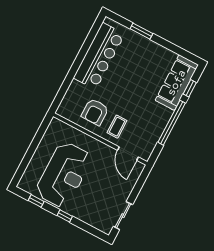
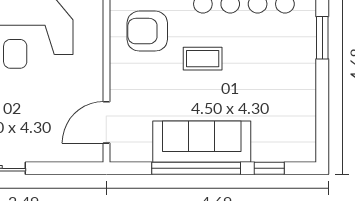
sofa: (177, 83) -> (202, 142), moved
coffee table: (117, 127) -> (203, 59), moved

